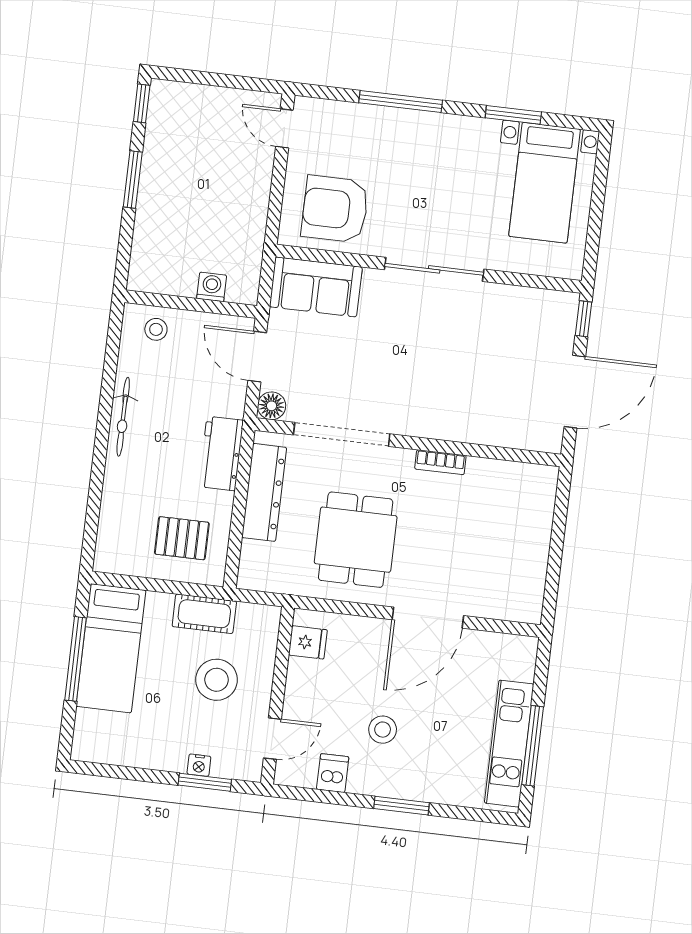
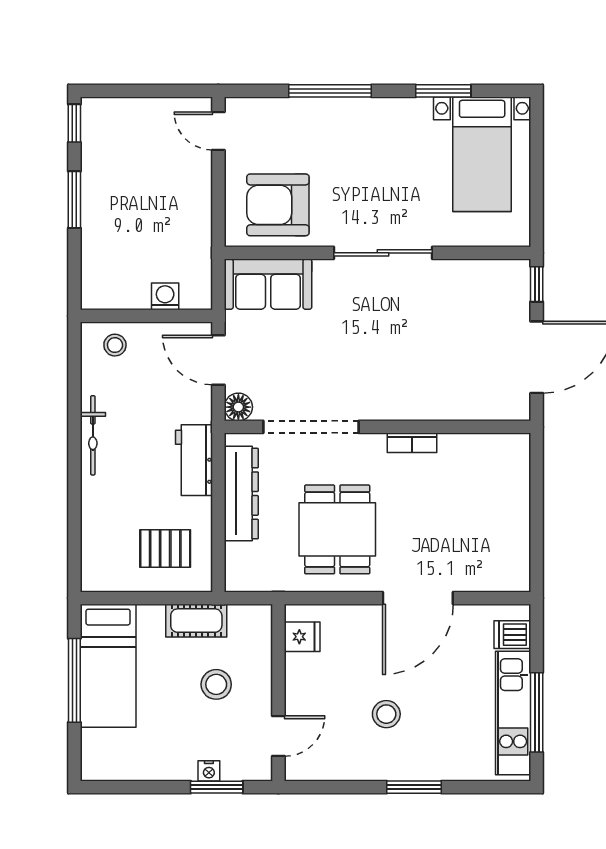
stool: (217, 680) -> (216, 684), width x0.73, depth x0.73
dishwasher: (333, 773) -> (512, 635), moved, turned -90

